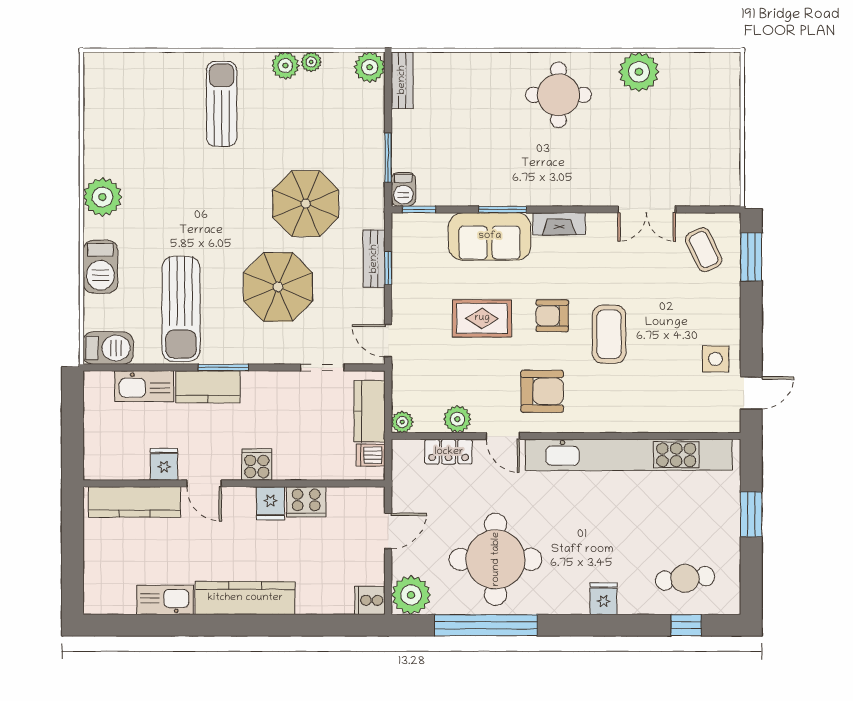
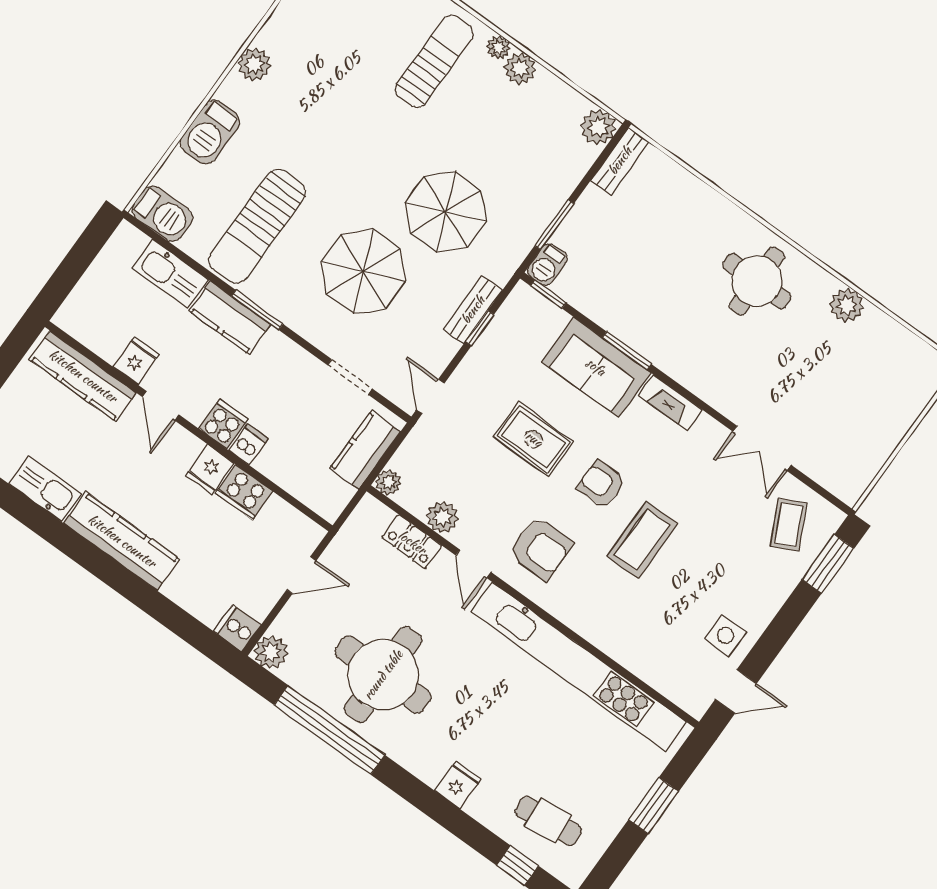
plant: (311, 62) -> (498, 48), moved
plant: (639, 72) -> (847, 305), width x0.73, depth x0.73
plant: (102, 197) -> (254, 64), width x0.73, depth x0.73
dishwasher: (371, 455) -> (248, 444), moved, turned 90
plant: (411, 595) -> (271, 652), width x0.73, depth x0.73

